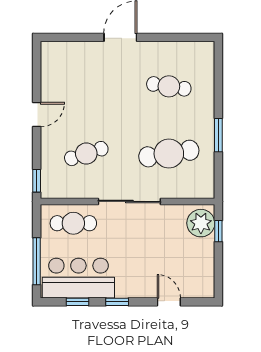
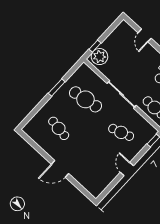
door: (37, 115) -> (127, 169), hinge flipped

